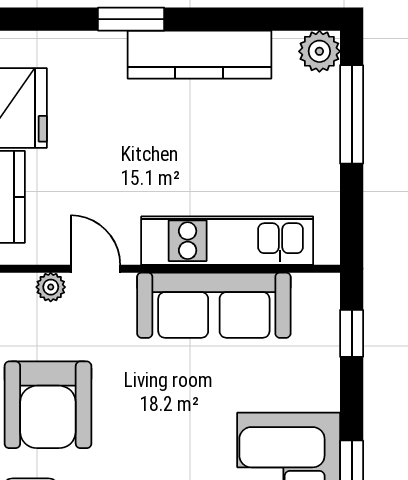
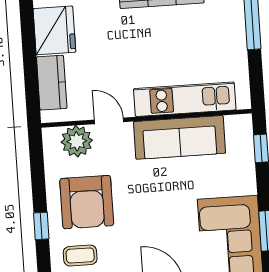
plant: (51, 287) -> (77, 141), width x1.88, depth x1.88

